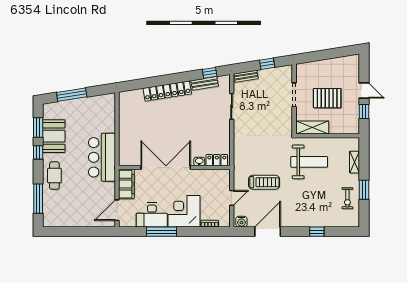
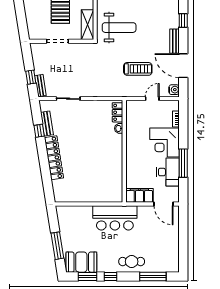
window: (267, 64) -> (31, 77), moved
window: (210, 73) -> (39, 131), moved
booth: (54, 136) -> (81, 262), moved
weight bench: (309, 162) -> (119, 28), turned 90
double door: (166, 168) -> (124, 159), removed
treadmill: (264, 182) -> (138, 69), turned 90
door: (232, 198) -> (152, 99), hinge flipped
bench: (294, 222) -> (174, 41), added

